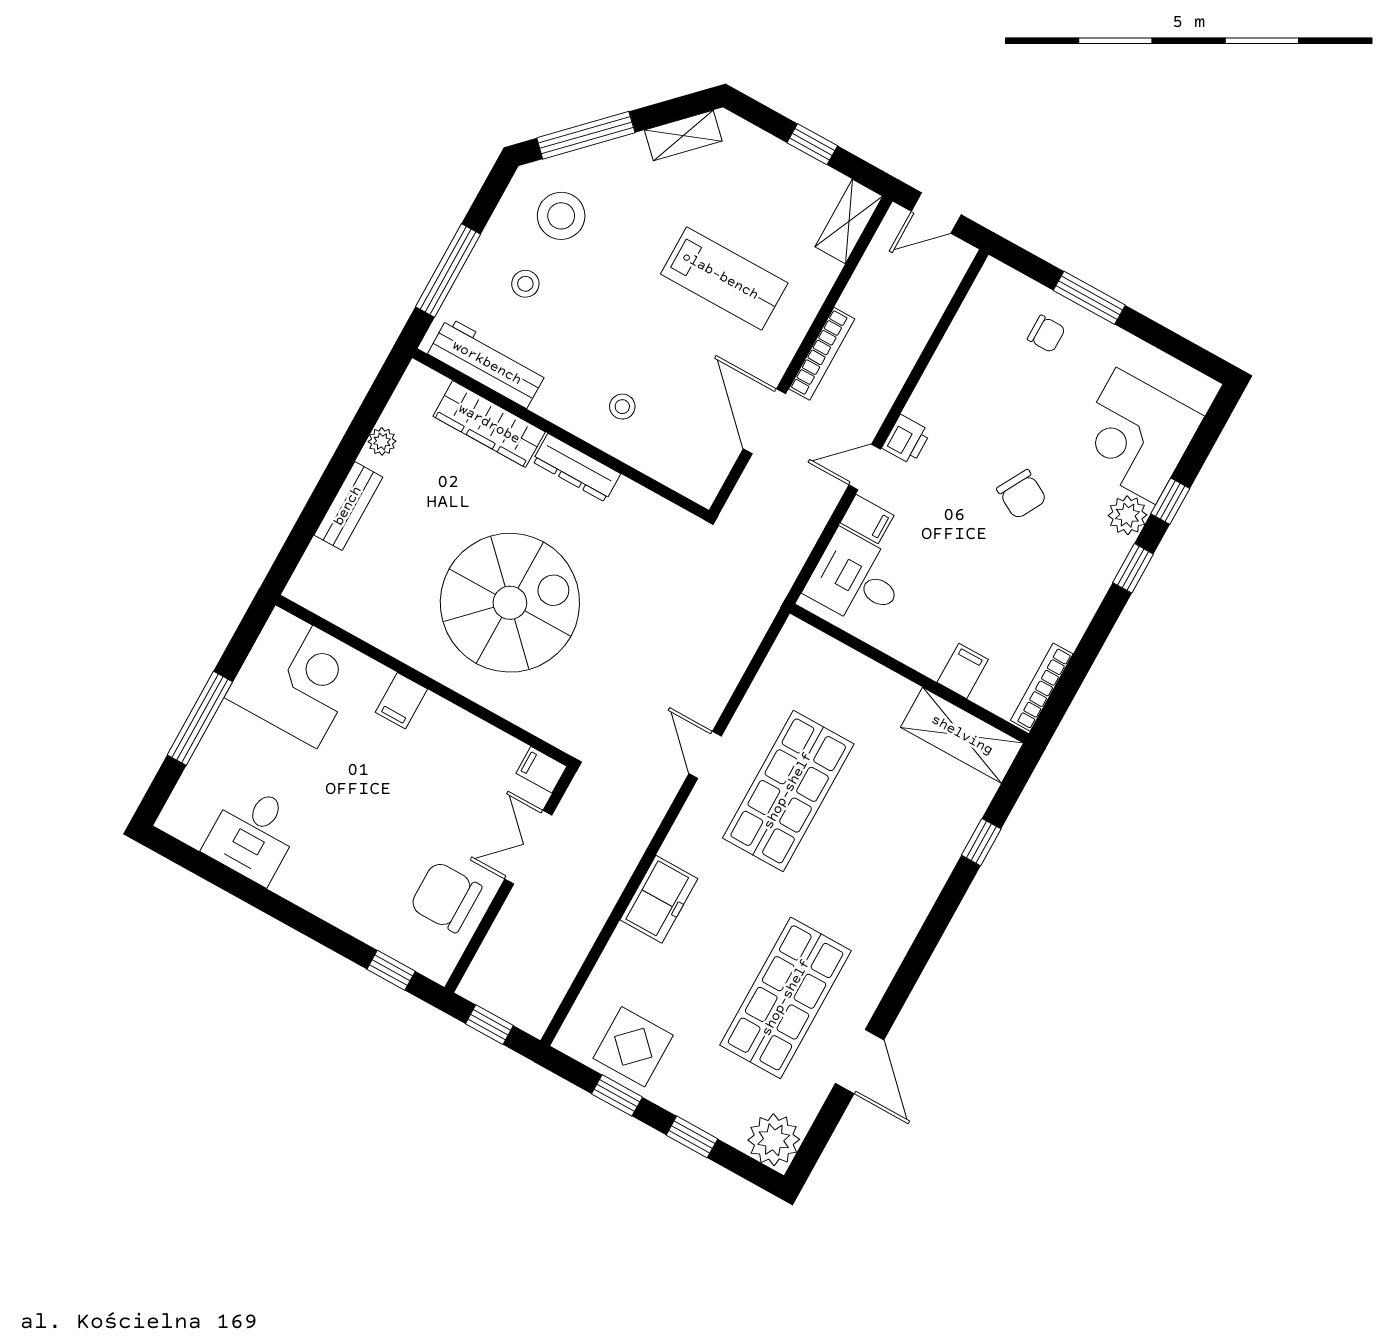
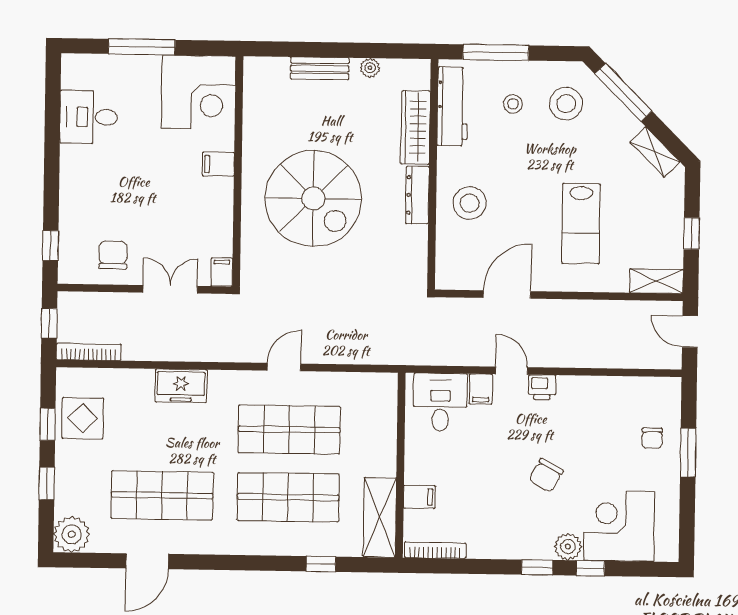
bookcase: (822, 354) -> (89, 352), moved, turned 180
stool: (622, 407) -> (470, 203), width x1.89, depth x1.89
shop shelf: (874, 838) -> (288, 497), added
chair: (446, 897) -> (113, 255), width x0.73, depth x0.73

